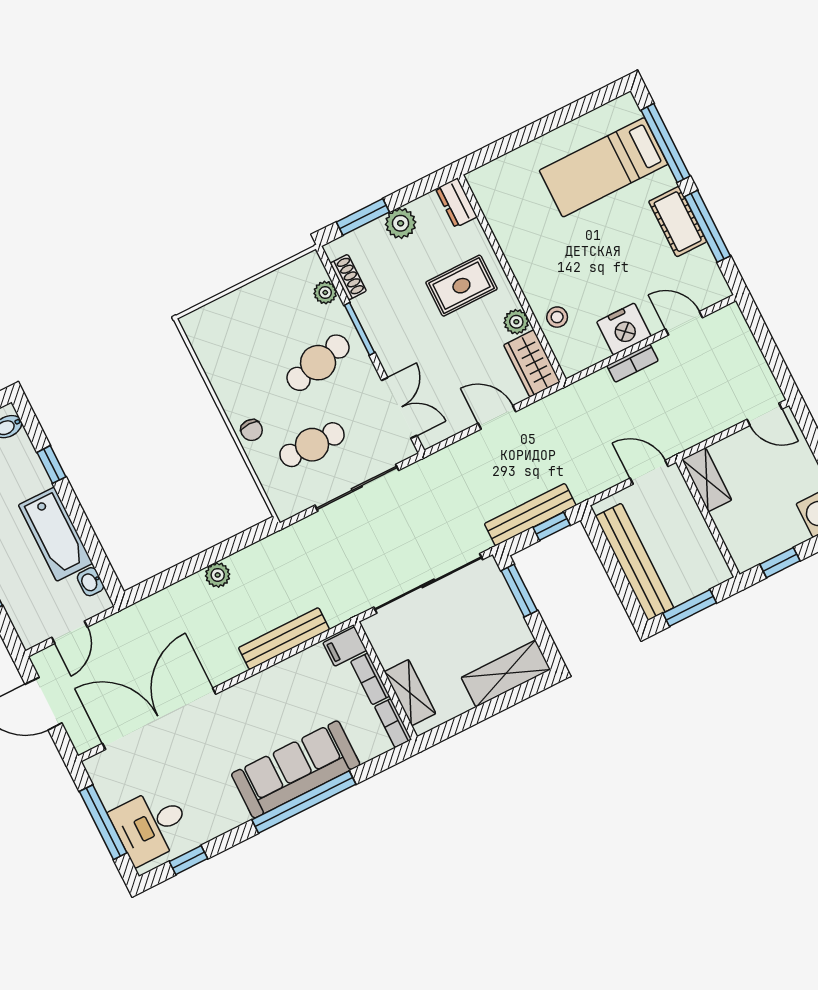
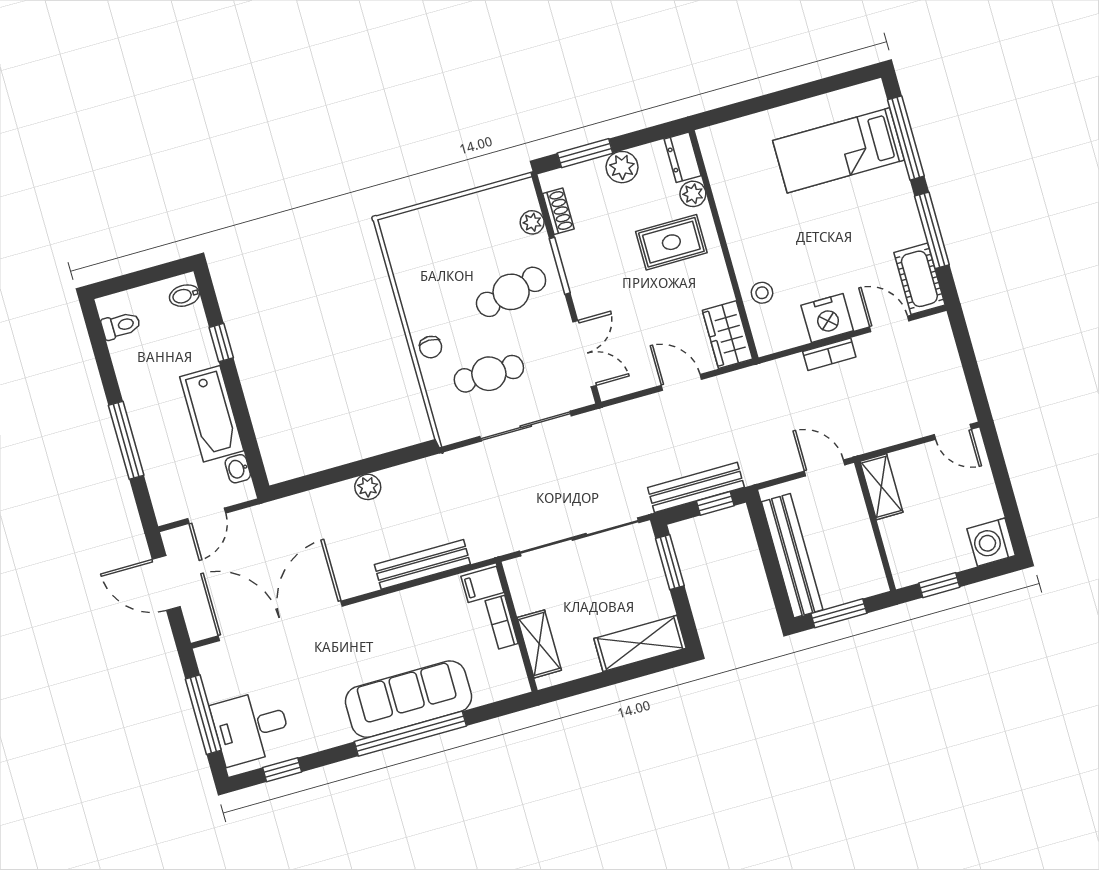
cot: (678, 222) -> (919, 279), moved
plant: (516, 322) -> (693, 194), moved
bookcase: (393, 723) -> (516, 671), removed

